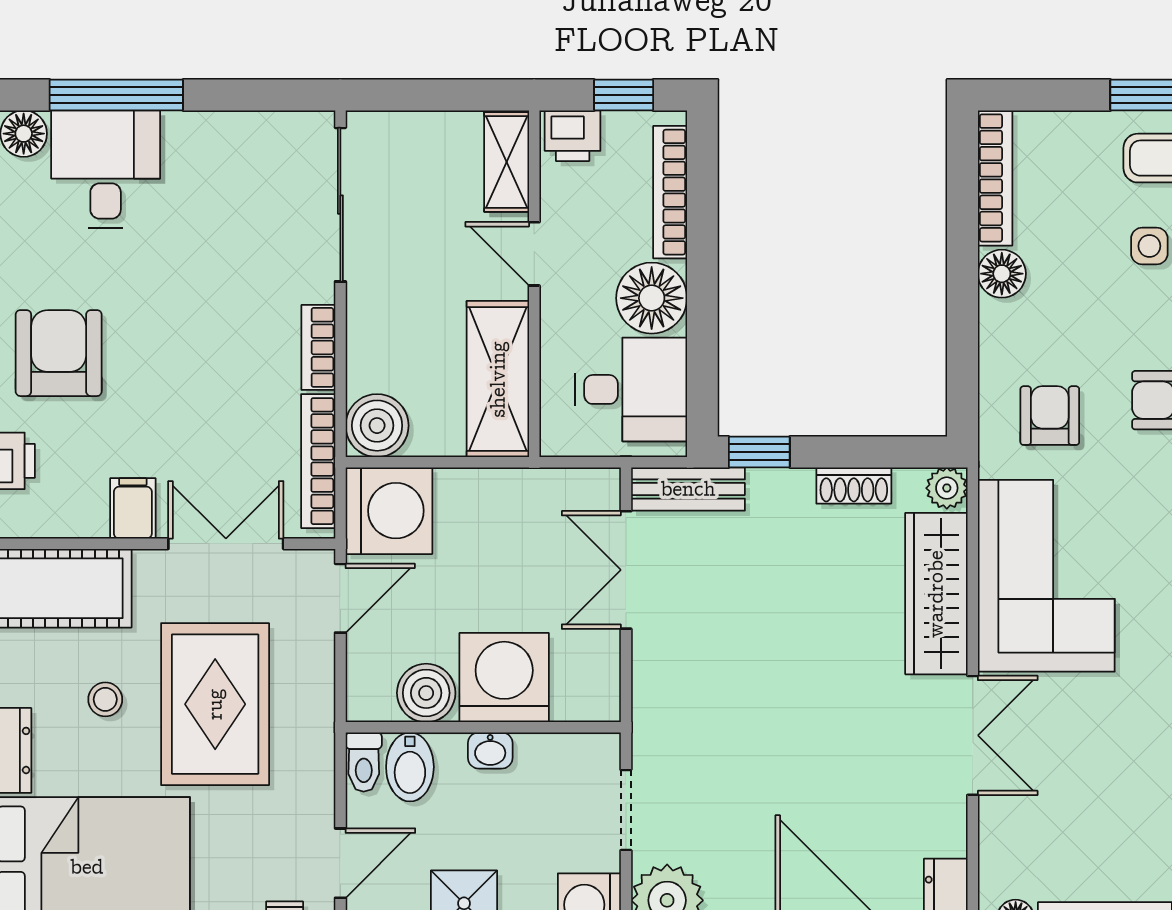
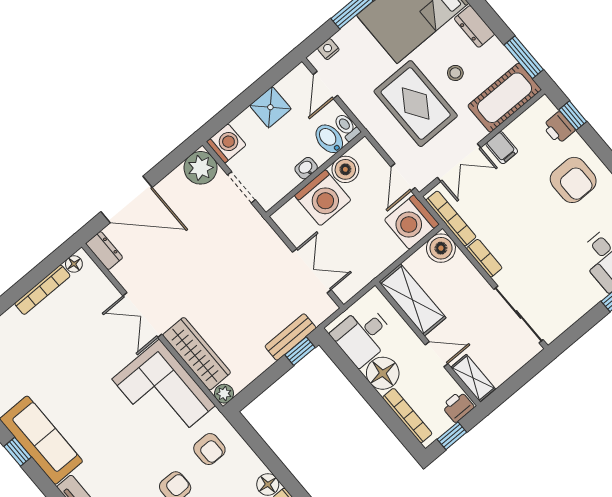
shoe rack: (854, 485) -> (257, 367), removed
bench: (688, 489) -> (290, 337), moved

